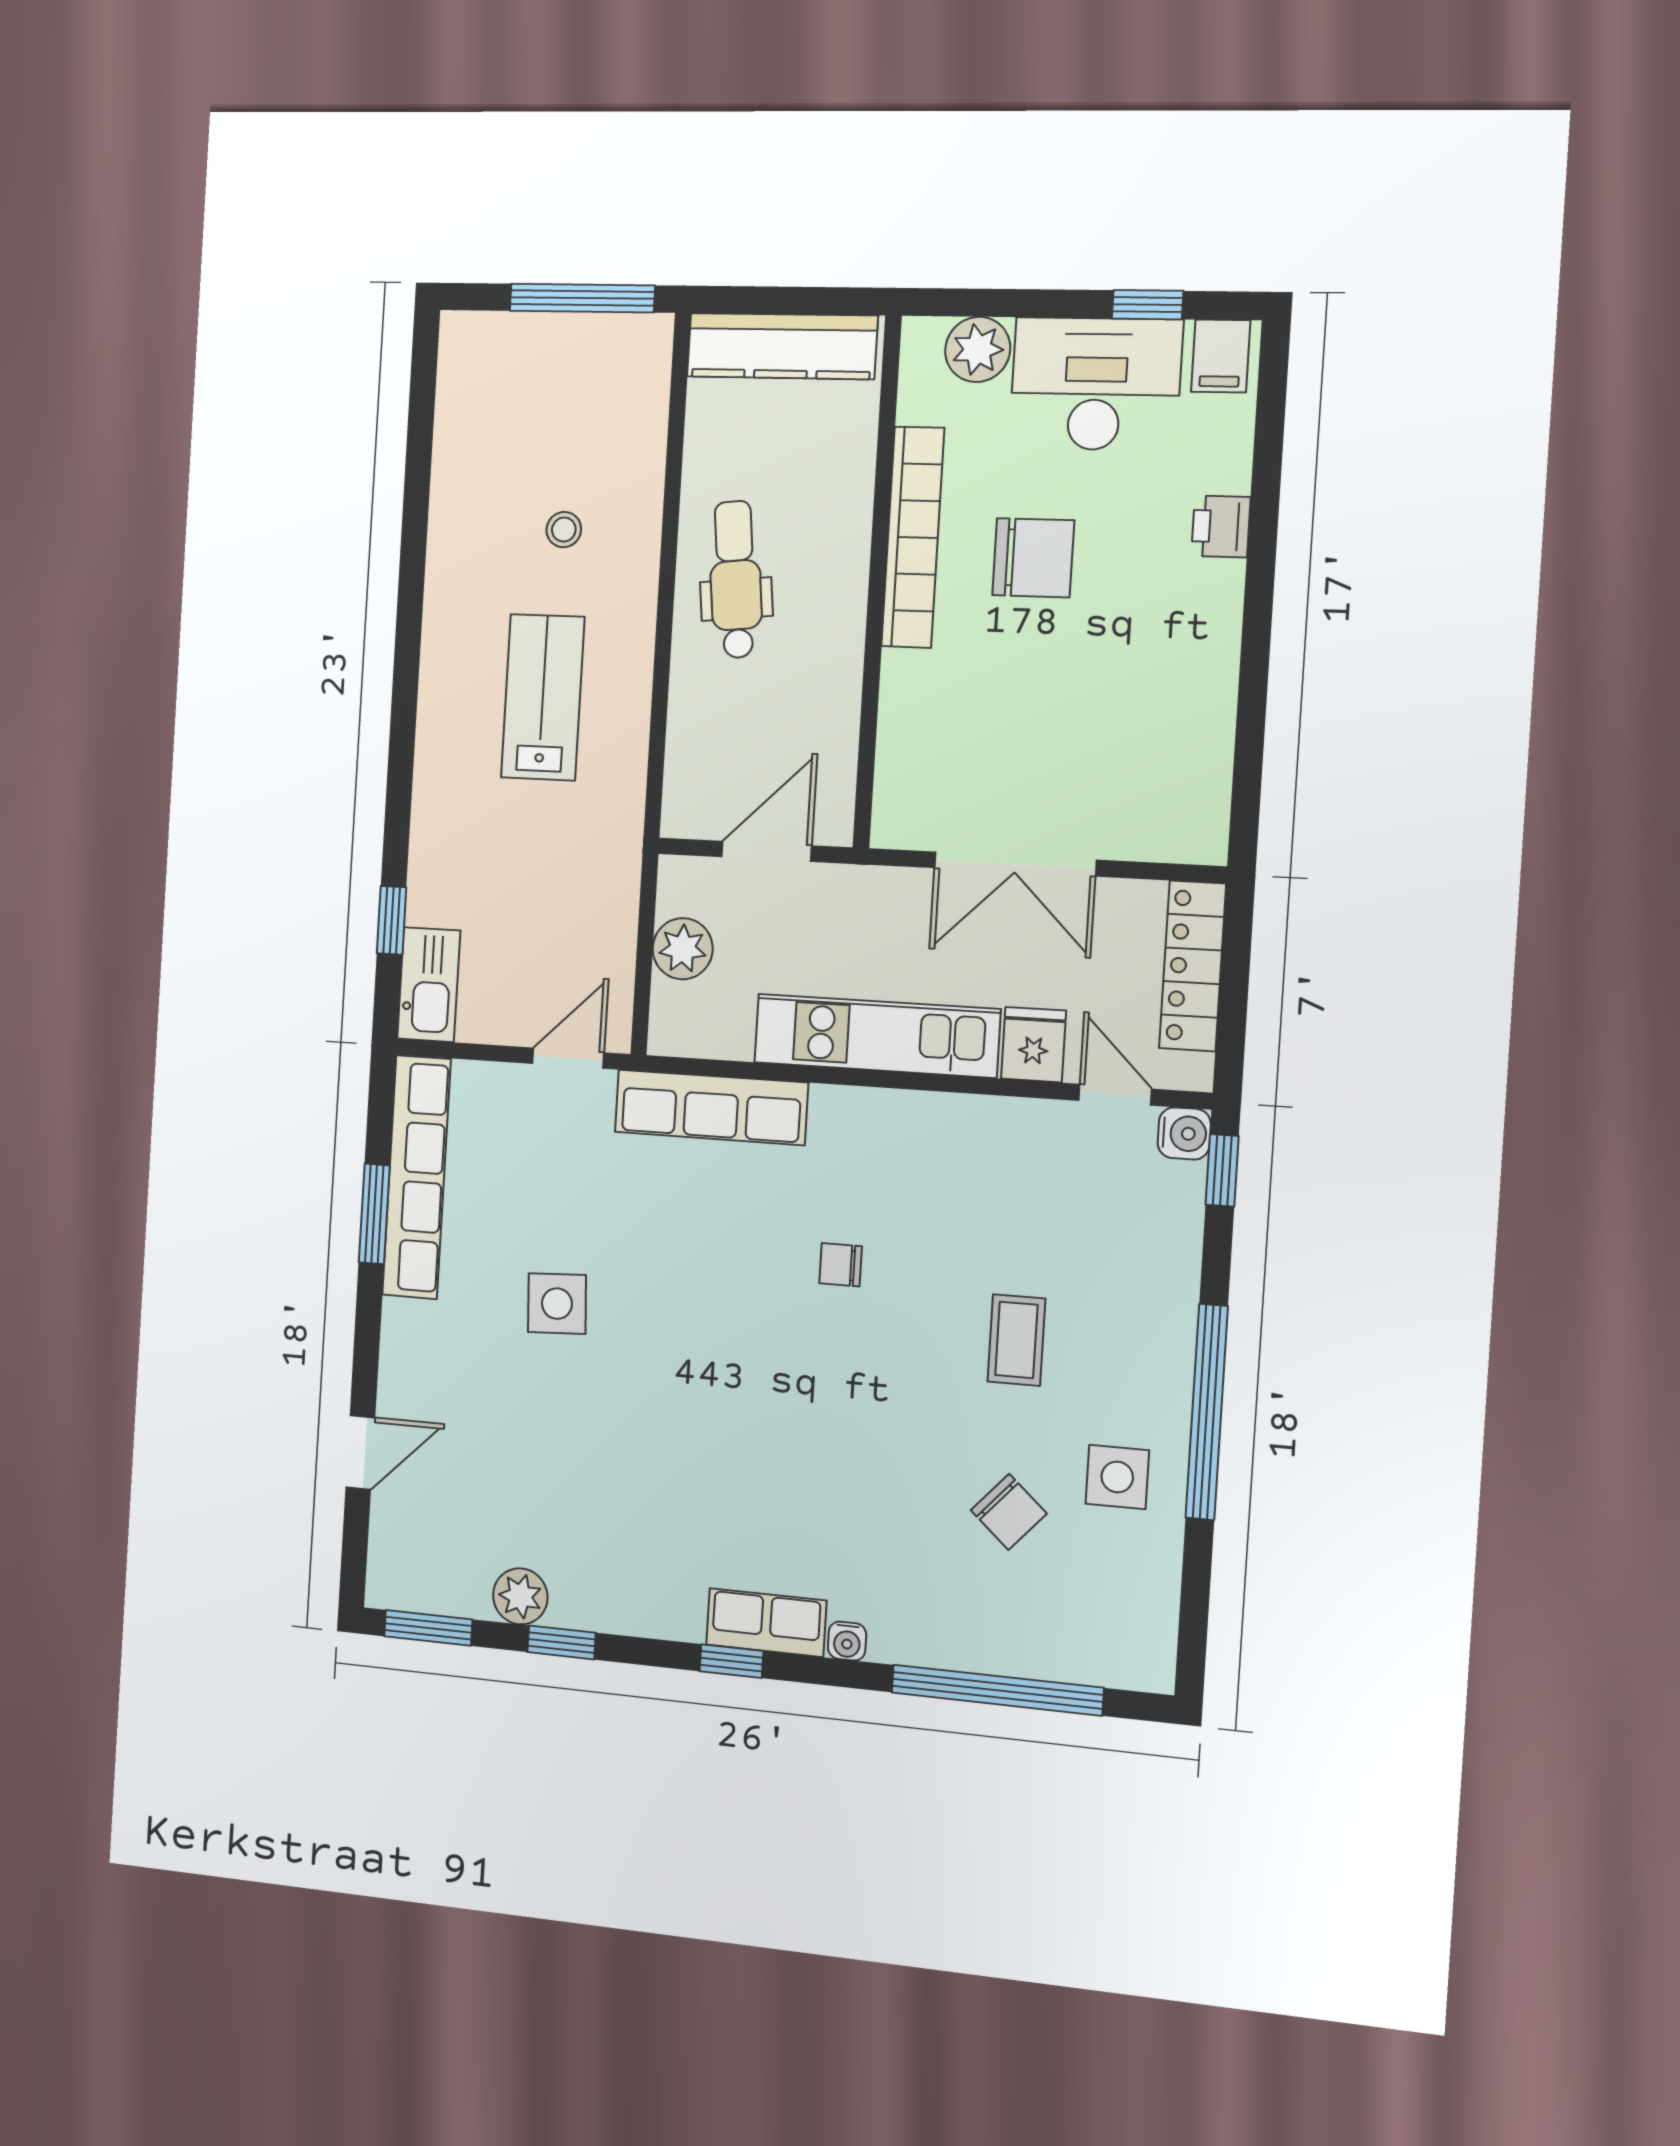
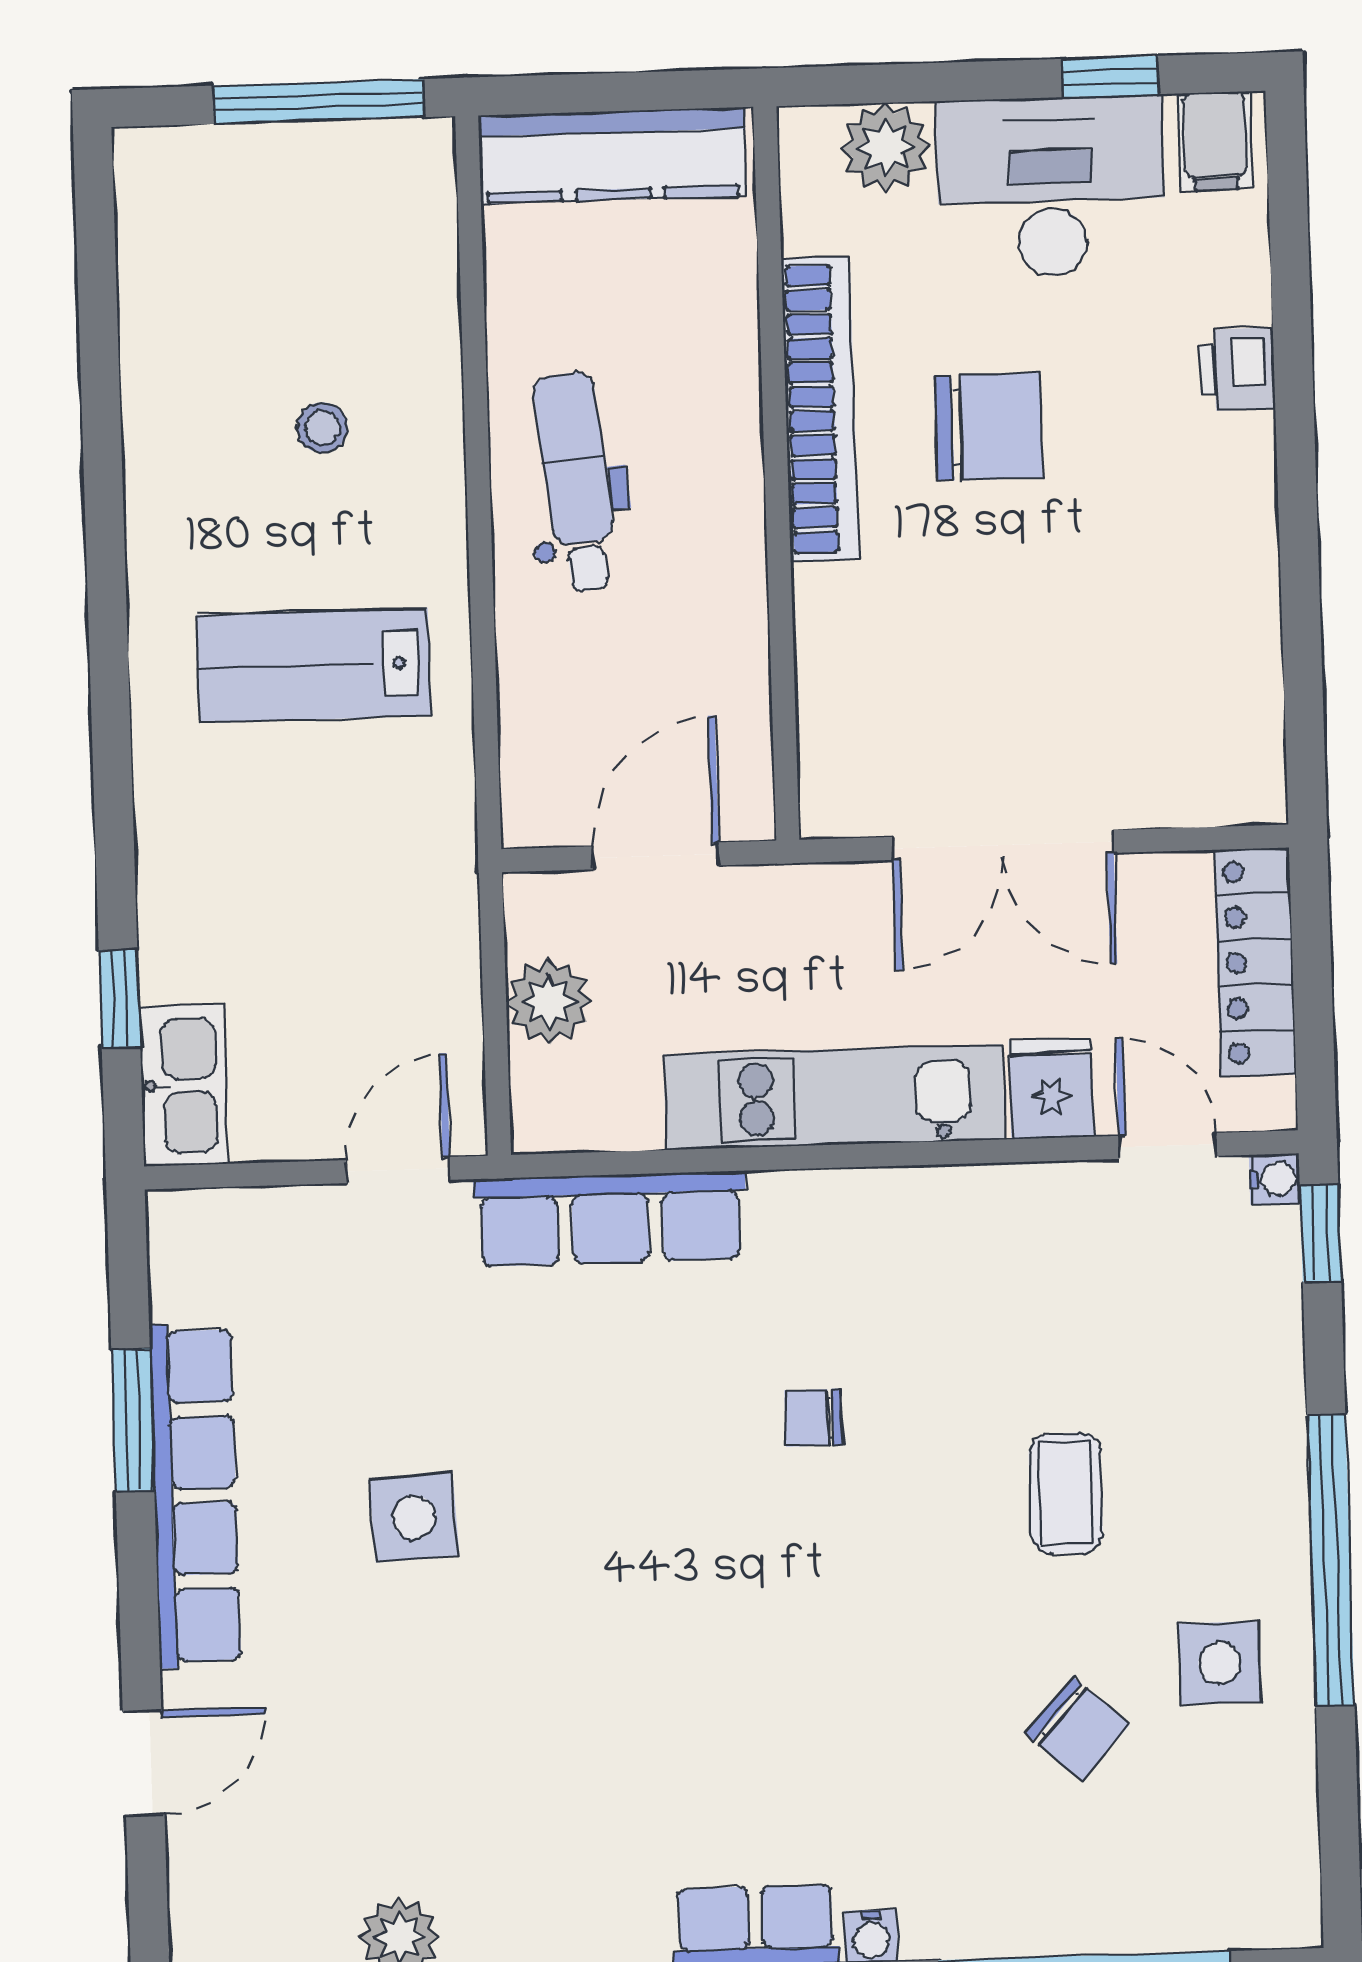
lab bench: (543, 697) -> (314, 665), turned -90
water cooler: (1184, 1133) -> (1275, 1179), width x0.72, depth x0.72
row of seats: (417, 1177) -> (195, 1496), moved

